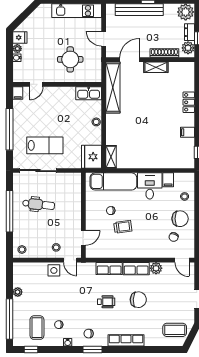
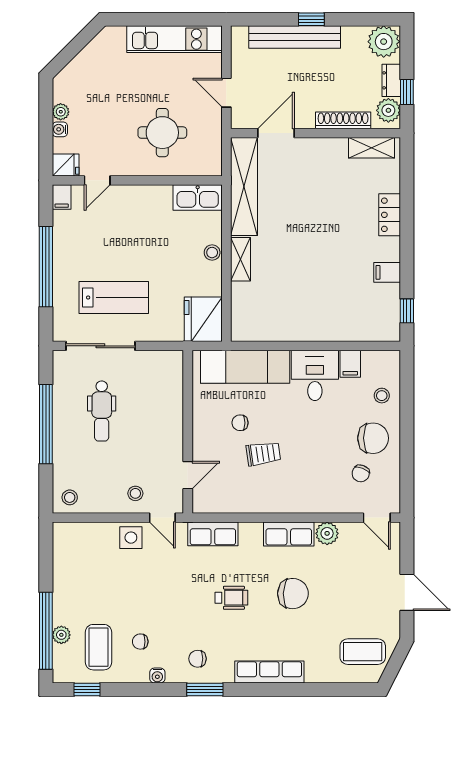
fridge: (20, 38) -> (66, 165), moved
shelving: (156, 67) -> (372, 148), moved
shelving: (111, 157) -> (241, 259), moved
dental chair: (39, 204) -> (102, 411), turned 84
row of seats: (109, 269) -> (213, 534), moved
plant: (18, 292) -> (61, 635), moved

